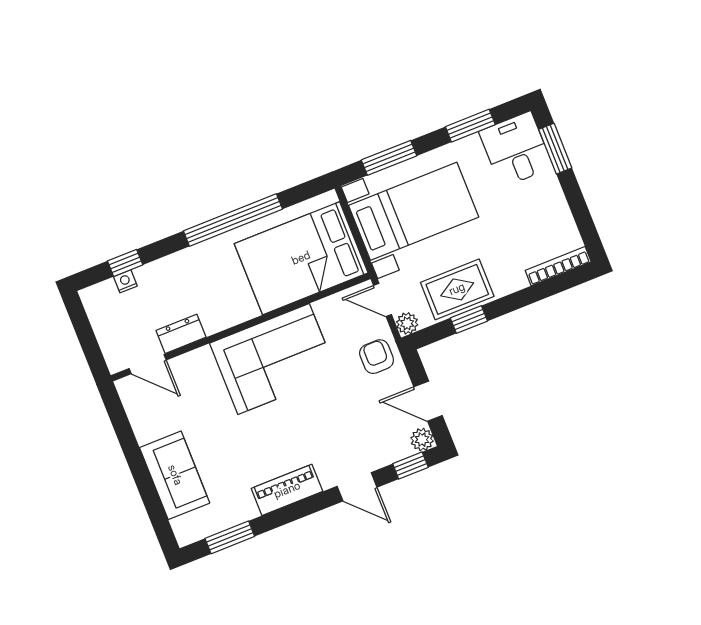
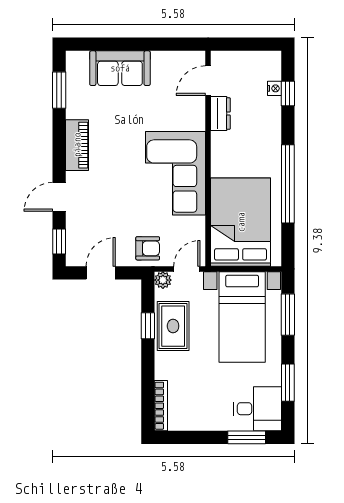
plant: (422, 440) -> (75, 257), removed

